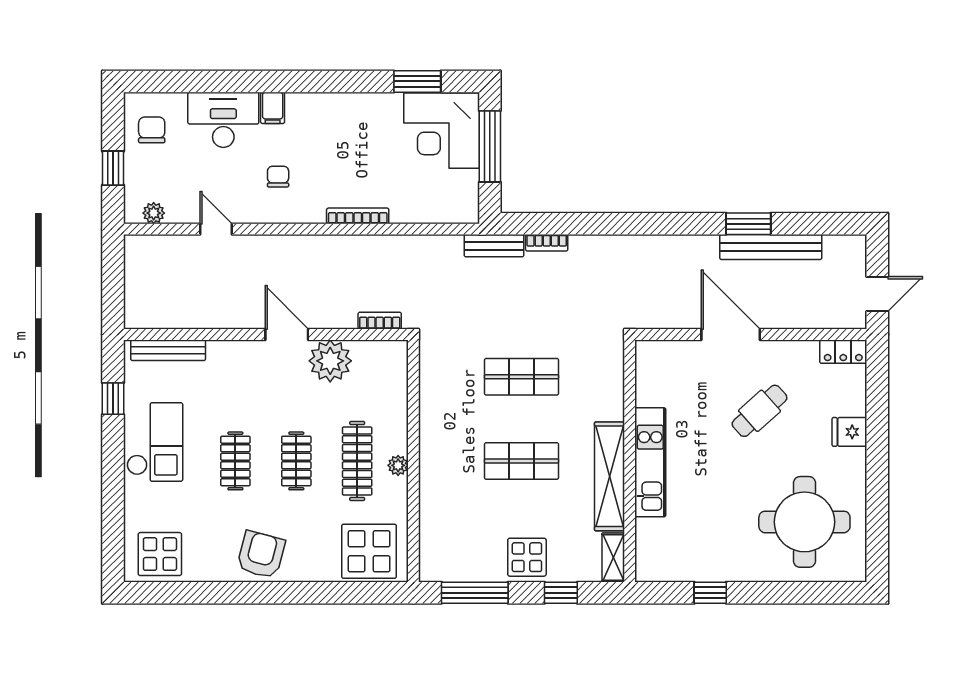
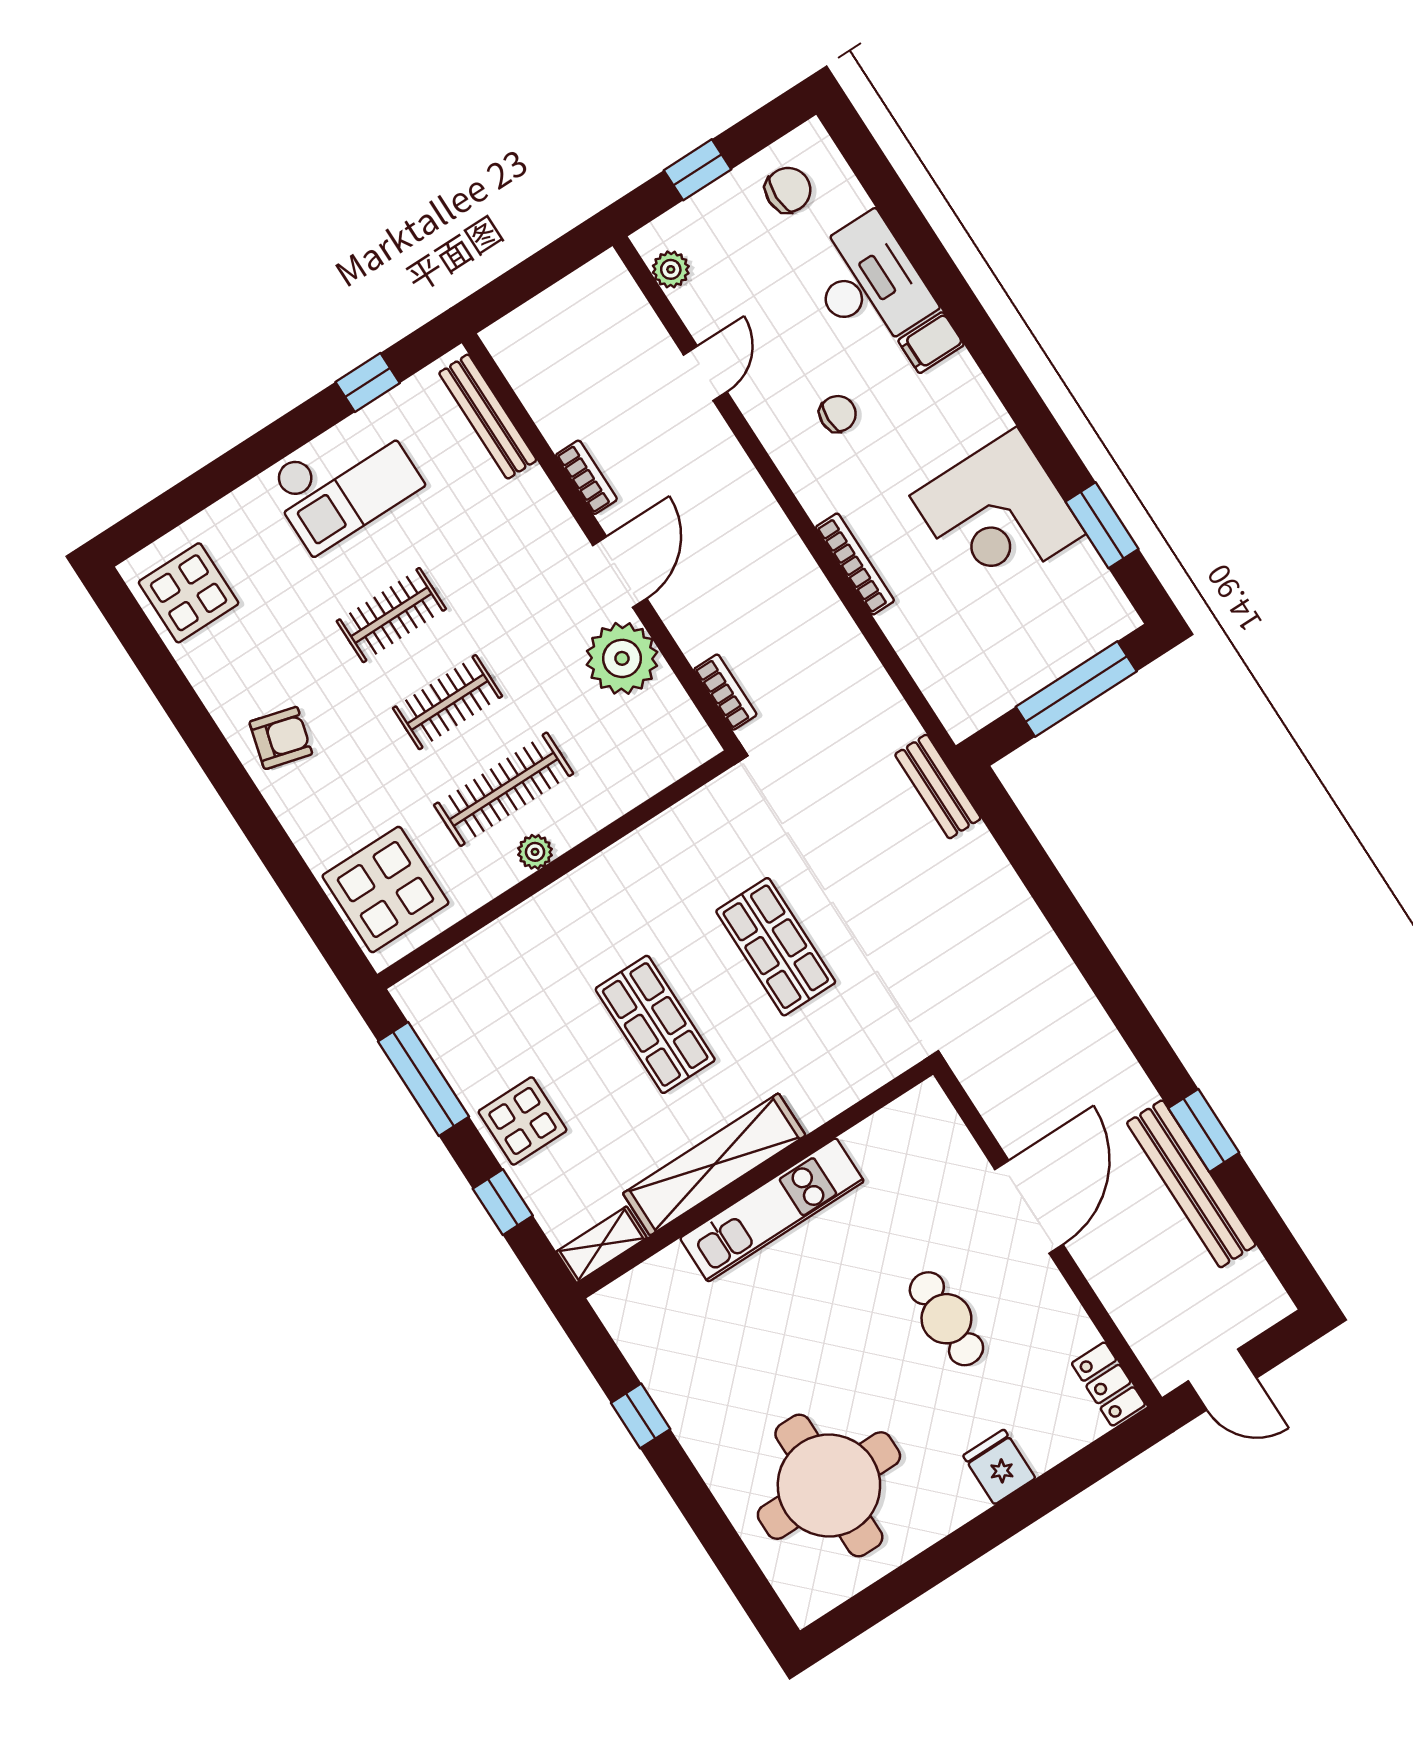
corner desk: (442, 131) -> (998, 515), moved, turned -90
bookcase: (547, 243) -> (586, 477), moved, turned 180
cafe table: (760, 411) -> (946, 1319), turned 42
armchair: (261, 555) -> (281, 738), width x0.72, depth x0.72

